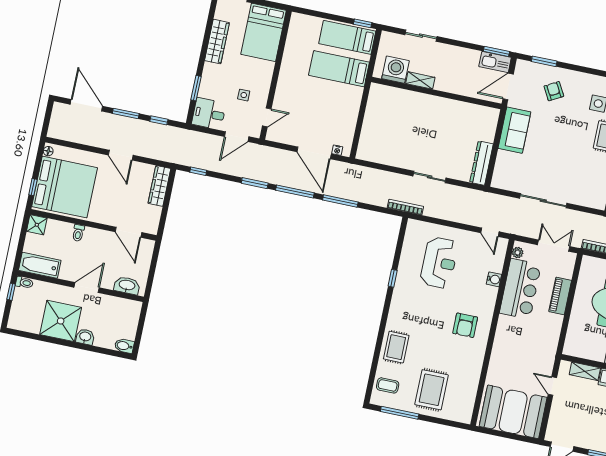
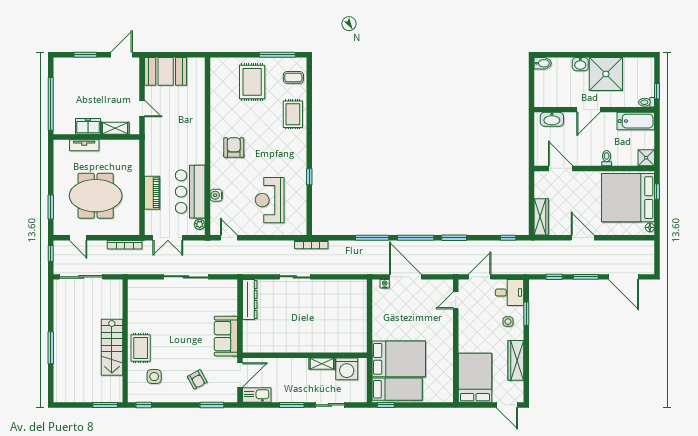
window: (496, 51) -> (292, 405), moved
bed: (339, 69) -> (399, 359), width x1.50
side table: (244, 95) -> (508, 322), moved
booth: (513, 412) -> (166, 71), width x0.73, depth x0.70

